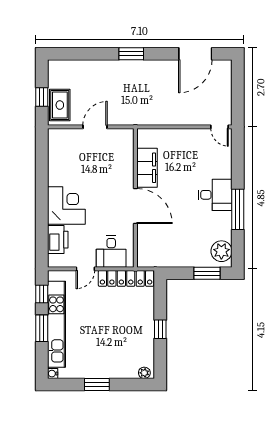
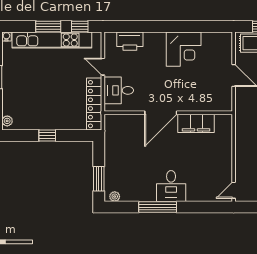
corner desk: (66, 205) -> (184, 49), moved
plant: (221, 251) -> (115, 197), width x0.53, depth x0.53

